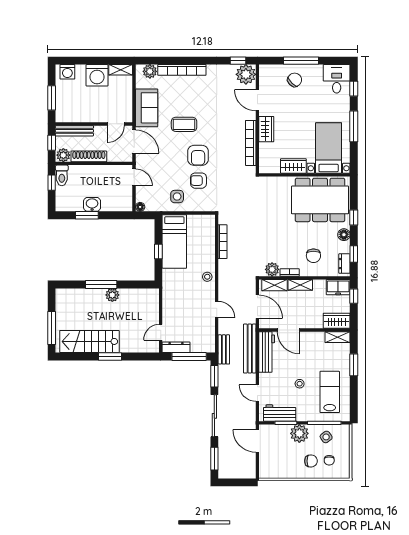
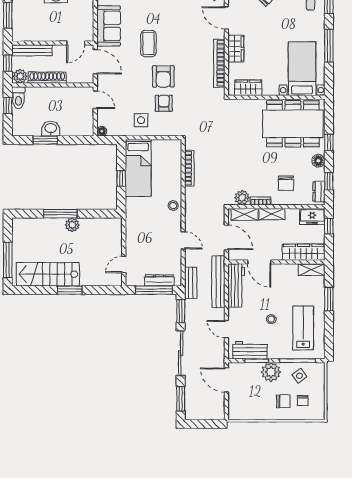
coffee table: (184, 124) -> (148, 44), turned 90
wardrobe: (293, 166) -> (248, 88), moved
armchair: (199, 181) -> (164, 103), turned 90
wardrobe: (337, 321) -> (304, 252), width x1.50
dresser: (176, 347) -> (159, 280), moved

